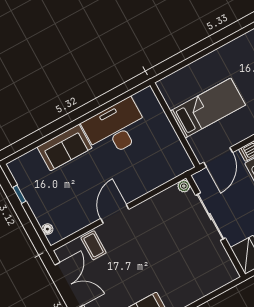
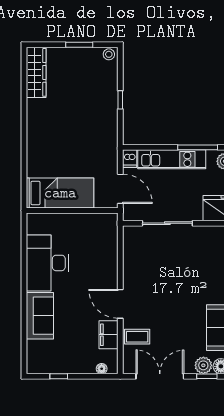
bed: (208, 108) -> (60, 193), moved, turned 90
plant: (184, 186) -> (129, 232), removed
filing cabinet: (81, 219) -> (109, 335), added

